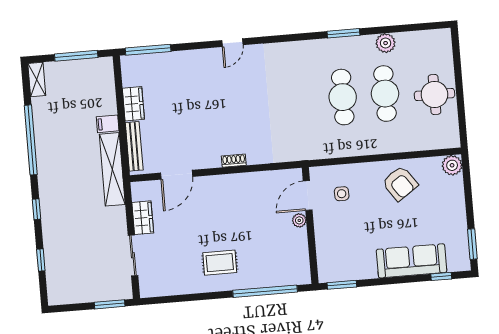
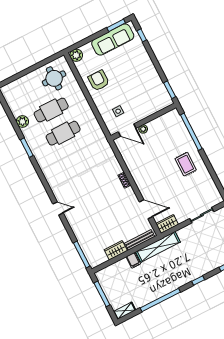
round table: (434, 94) -> (54, 78), moved
armchair: (400, 183) -> (99, 81), turned -55
wardrobe: (143, 218) -> (167, 224), moved
sofa: (412, 261) -> (113, 39), moved, turned -90

